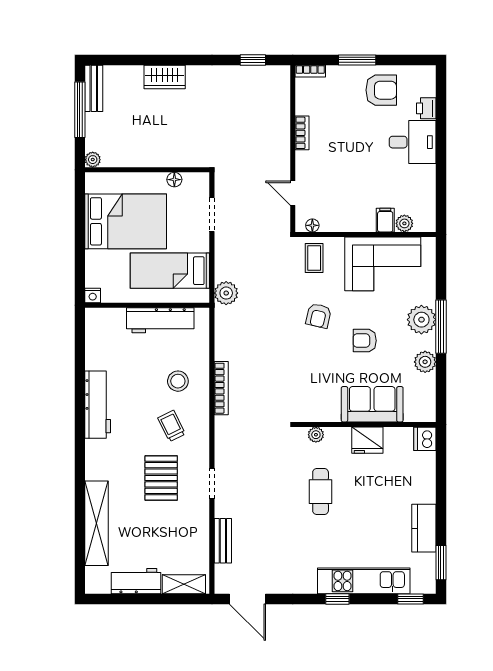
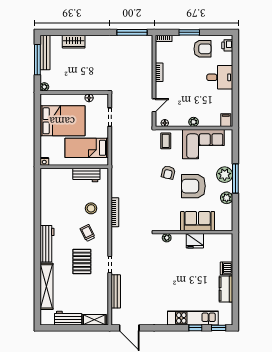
window: (253, 60) -> (132, 32), width x2.17
wardrobe: (165, 77) -> (74, 42), moved
bench: (94, 88) -> (45, 52), width x1.36
printer: (426, 108) -> (227, 45), moved
door: (293, 193) -> (154, 105), swing flipped
filing cabinet: (385, 220) -> (226, 120), moved
plant: (404, 223) -> (194, 122), moved
plant: (226, 293) -> (117, 160), removed
workbench: (160, 320) -> (86, 175), width x0.73
armchair: (365, 341) -> (193, 186), width x1.88, depth x1.88
workbench: (98, 405) -> (47, 244), moved
dishwasher: (425, 439) -> (226, 268), moved
cafe table: (321, 492) -> (169, 269), removed
bench: (223, 541) -> (116, 291), width x1.36
window: (441, 563) -> (235, 308), removed
window: (337, 599) -> (195, 328), moved

